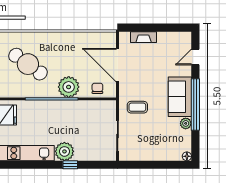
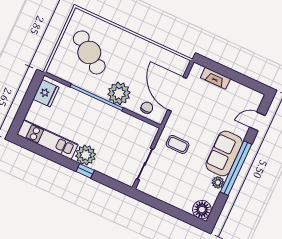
floor lamp: (187, 156) -> (202, 210), width x1.89, depth x1.89

